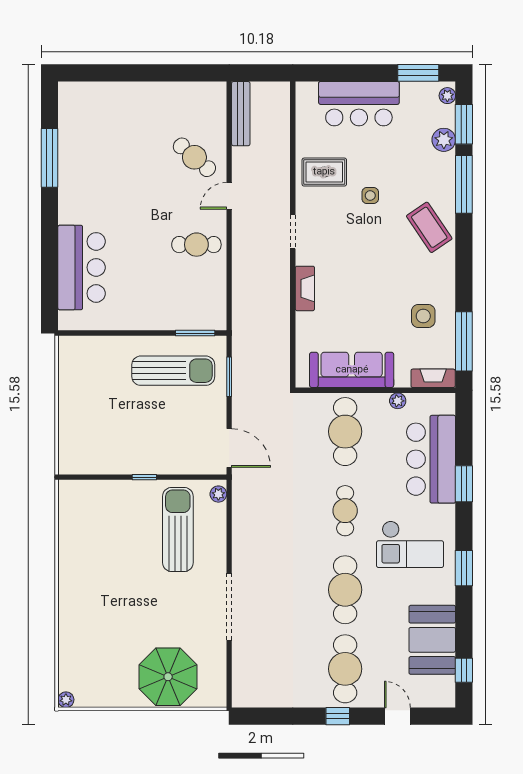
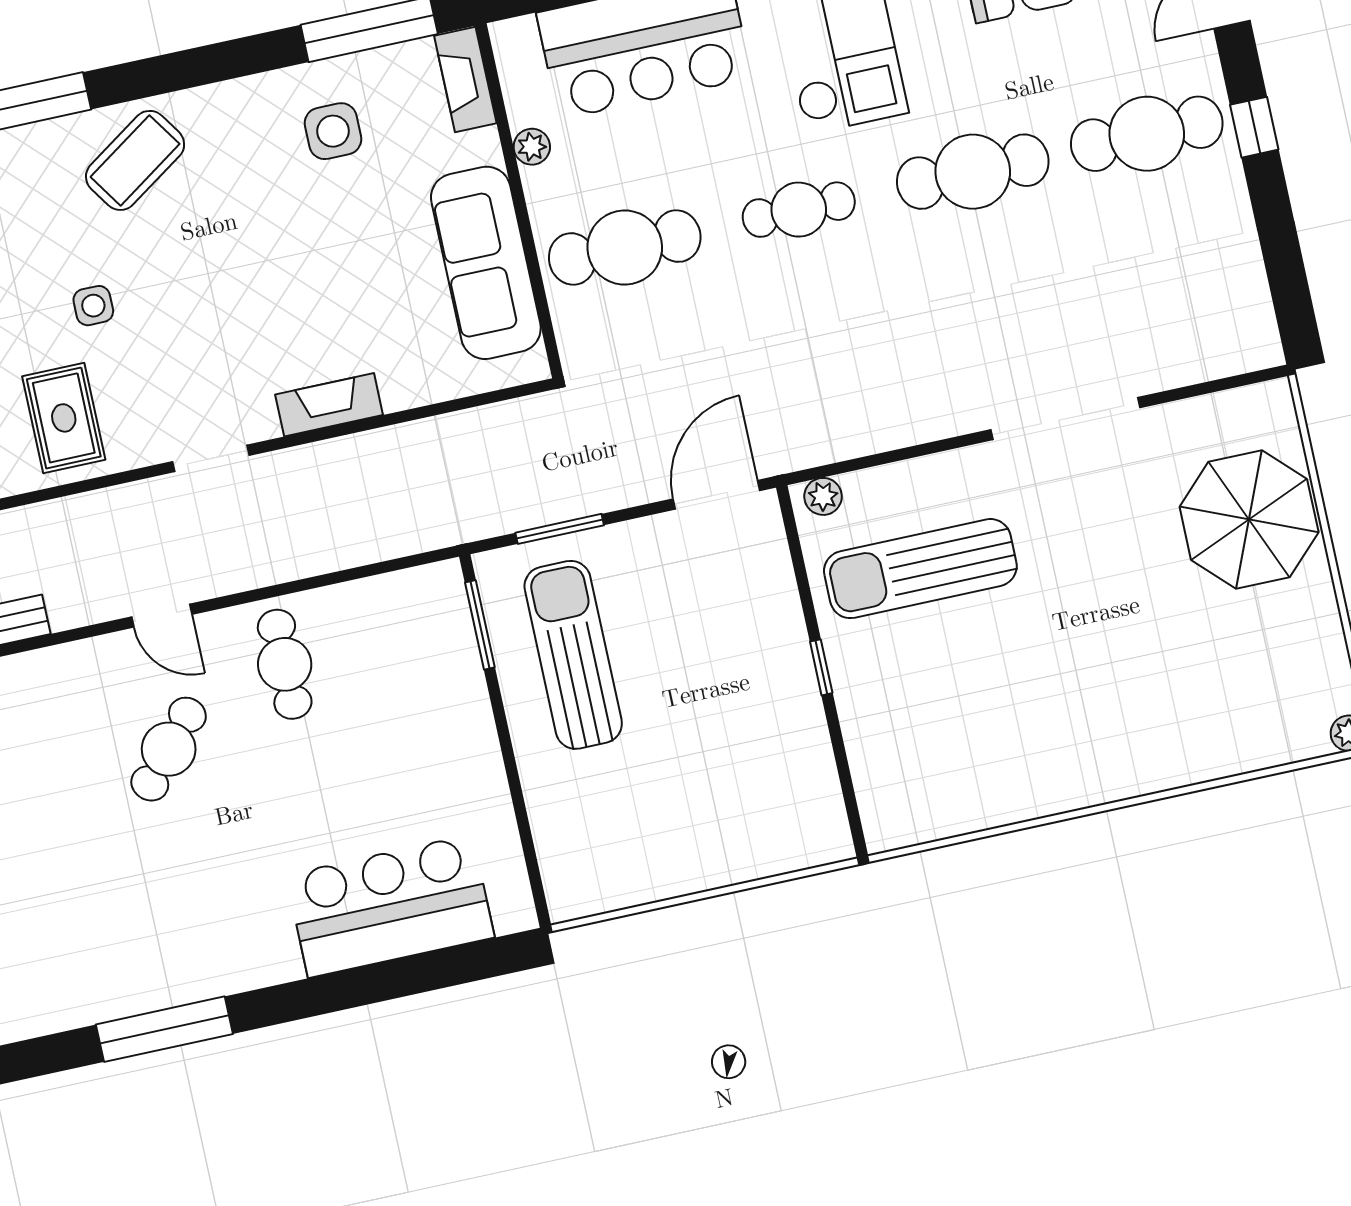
cafe table: (194, 157) -> (169, 749), moved

